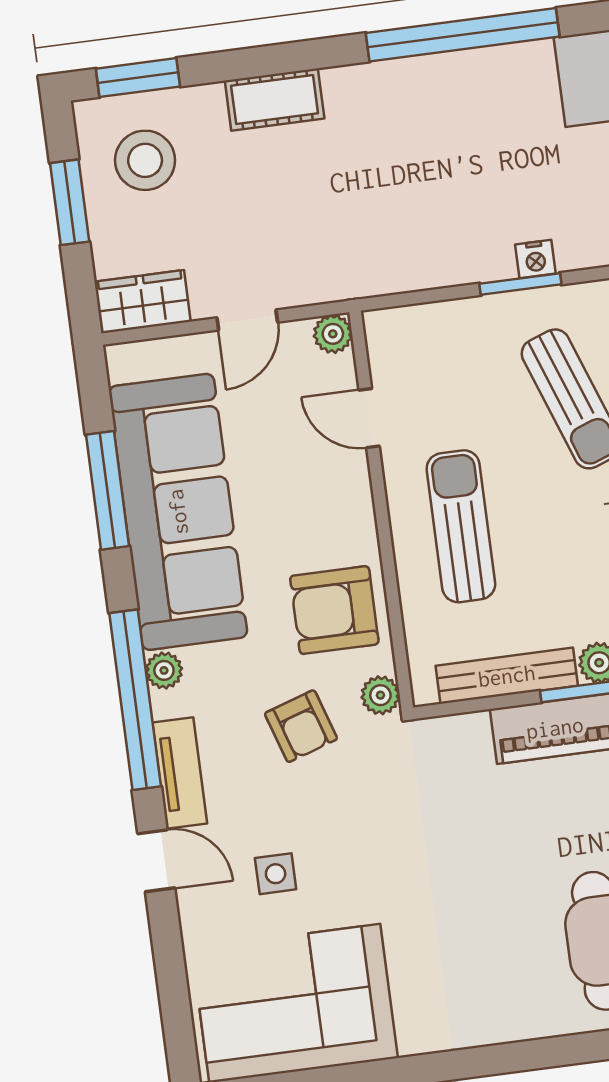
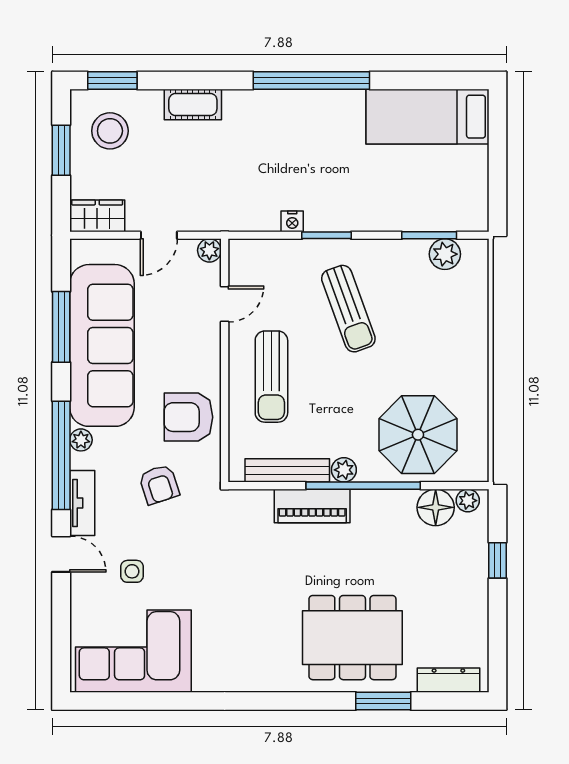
nightstand: (535, 259) -> (292, 221), moved
door: (369, 418) -> (225, 304), swing flipped
sun lounger: (461, 526) -> (271, 377), turned 180
plant: (380, 695) -> (209, 472), removed

